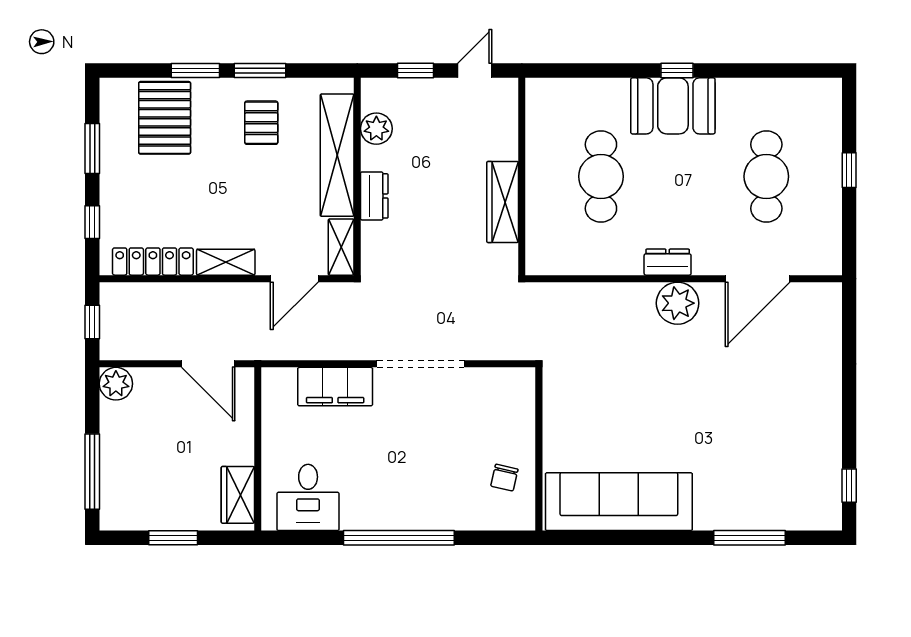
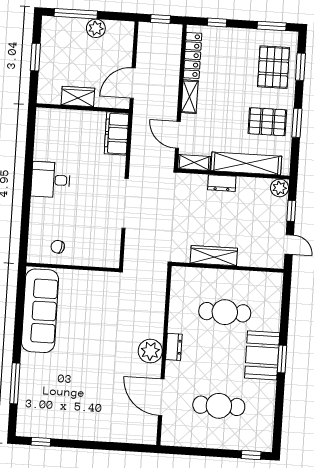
window: (195, 71) -> (300, 67), moved
window: (677, 71) -> (282, 359), width x1.50
pallet: (165, 118) -> (274, 67), turned 90
pallet: (261, 123) -> (267, 122), width x1.50, depth x1.42
plant: (376, 129) -> (280, 188), moved
window: (92, 149) -> (272, 26), moved
window: (849, 170) -> (251, 455), moved
plant: (116, 384) -> (96, 28), moved
filing cabinet: (335, 387) -> (117, 133), moved
wardrobe: (238, 495) -> (78, 97), moved
desk: (308, 497) -> (51, 180), moved
window: (399, 538) -> (27, 185), removed

